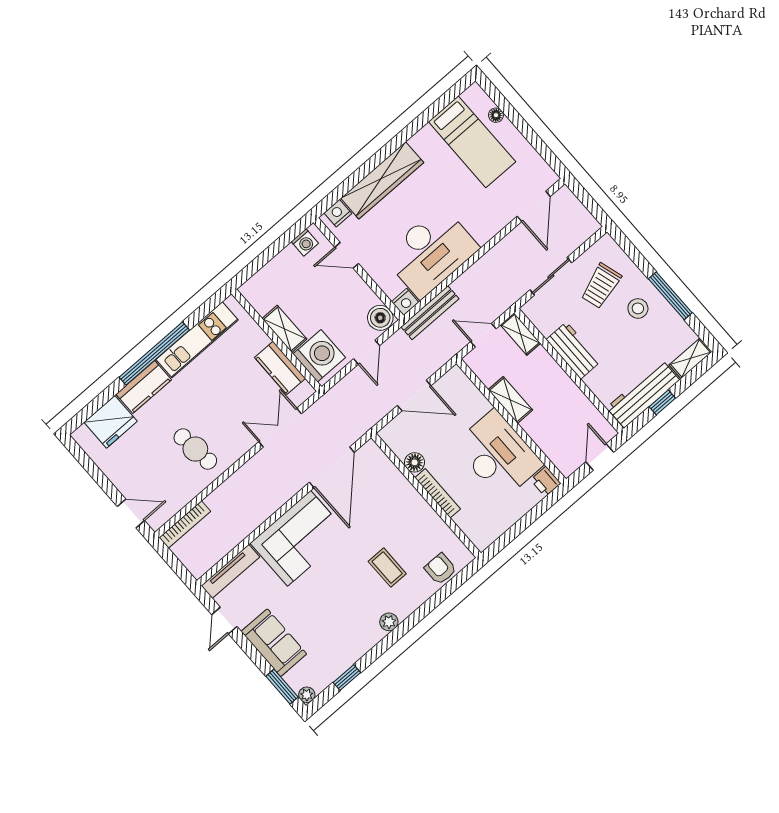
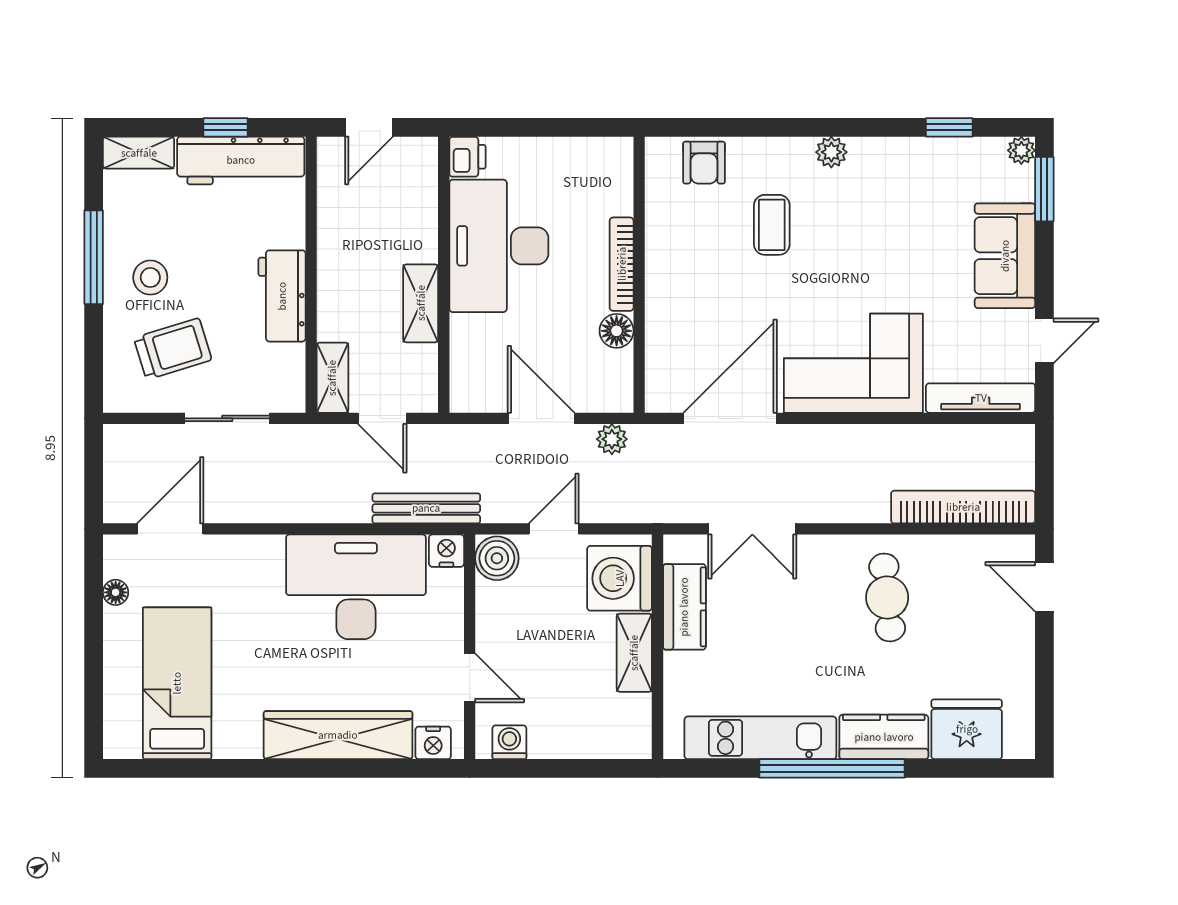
floor lamp: (496, 115) -> (116, 592), moved
plant: (375, 413) -> (612, 439), added
bookcase: (185, 524) -> (963, 507), width x1.48, depth x1.31

